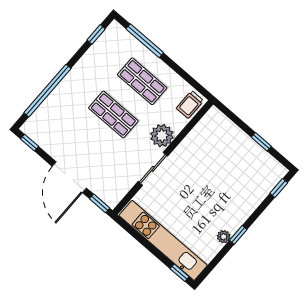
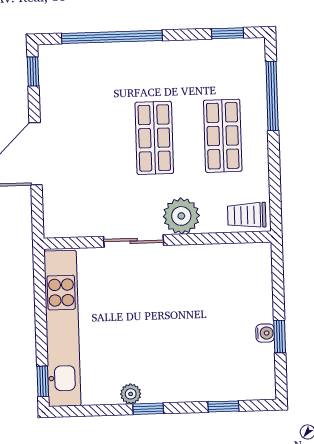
water cooler: (253, 147) -> (265, 333), added
window: (279, 188) -> (223, 406), moved
window: (100, 203) -> (38, 216), removed

